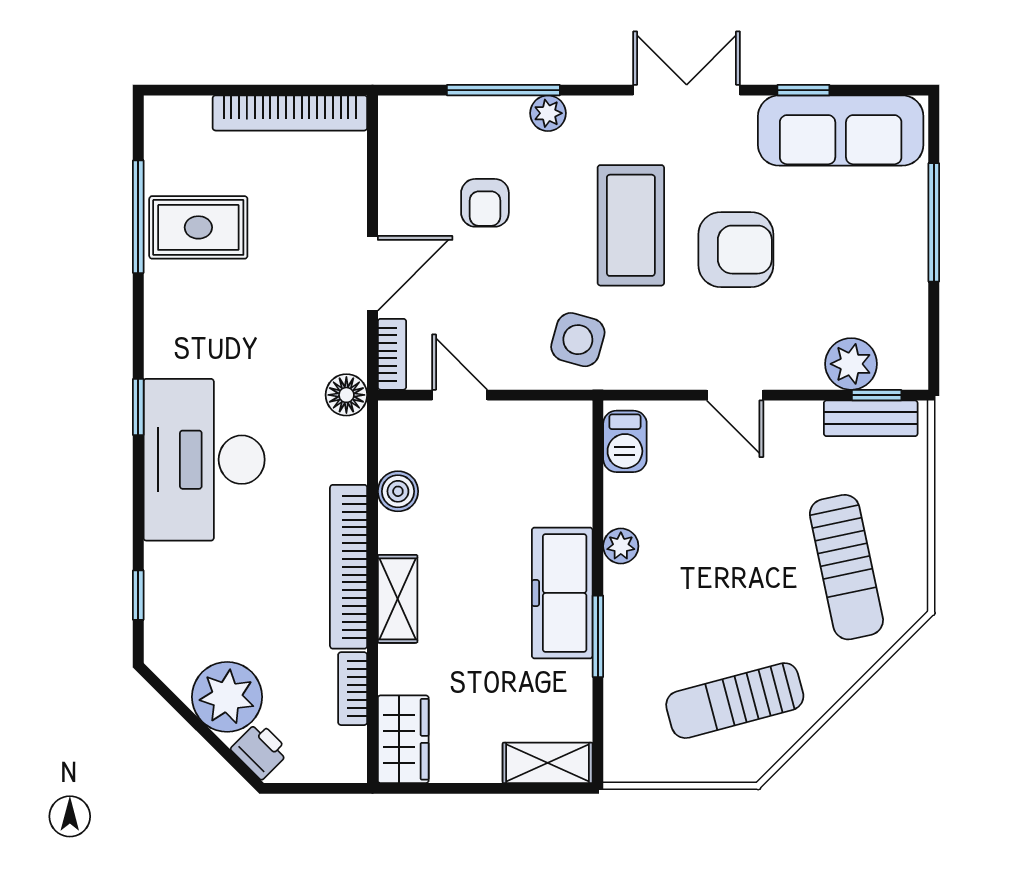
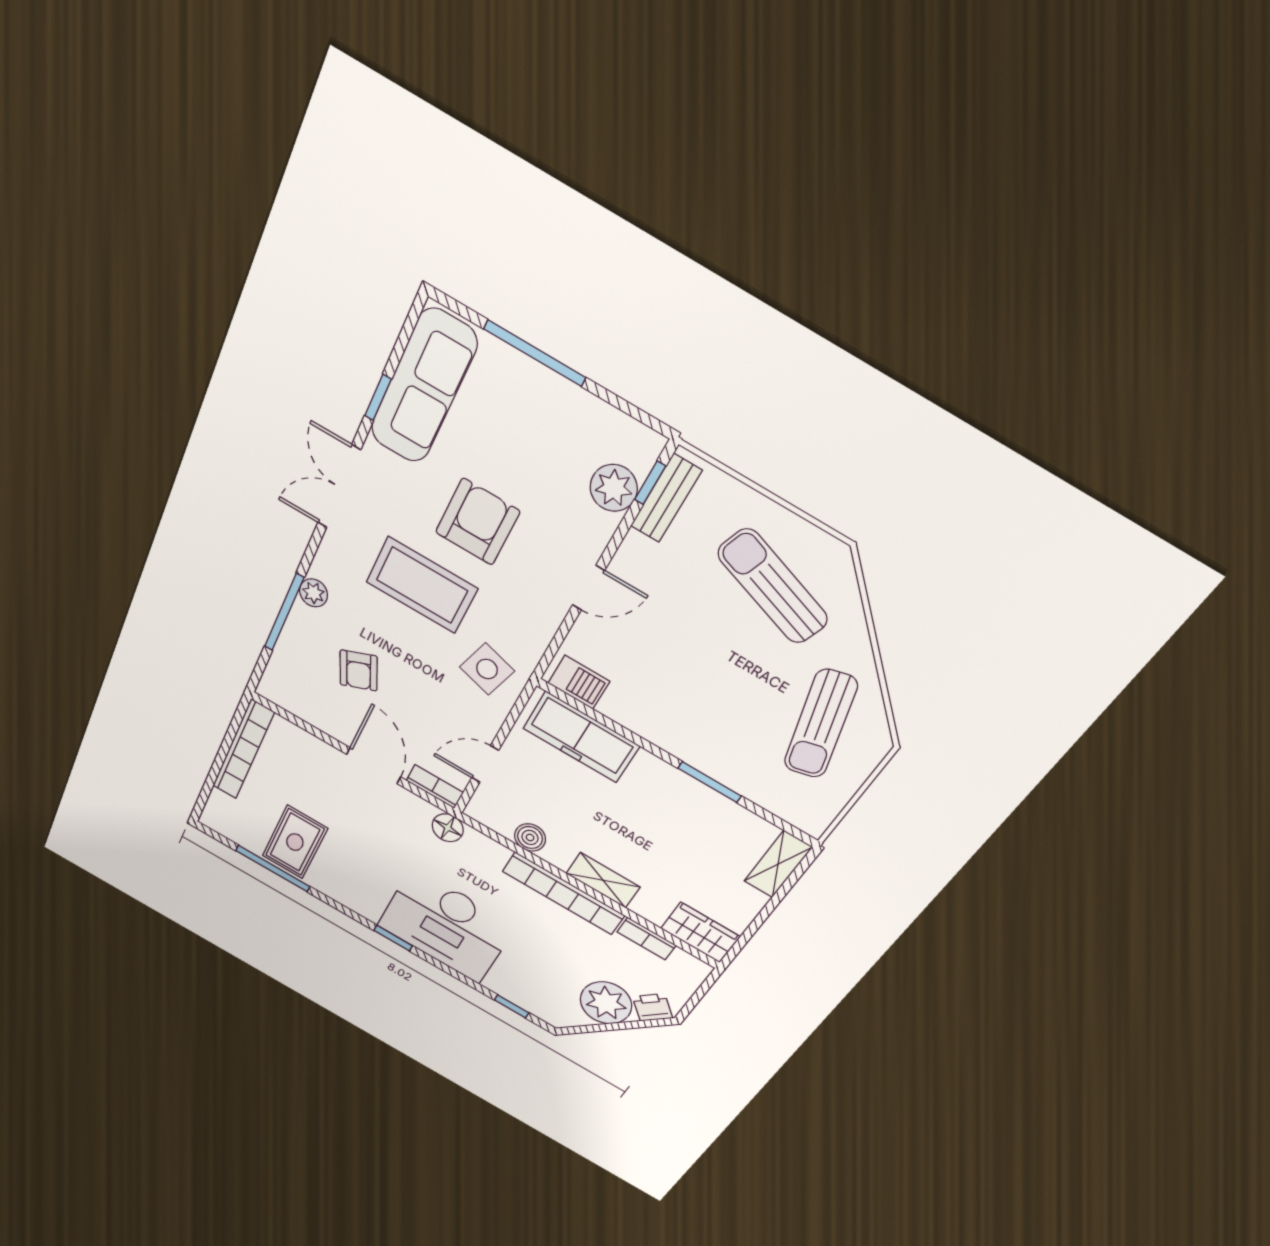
armchair: (485, 203) -> (359, 670), turned 67
plant: (621, 546) -> (654, 730), removed
sun lounger: (846, 567) -> (773, 586), turned -149
freezer: (562, 593) -> (581, 737), moved

